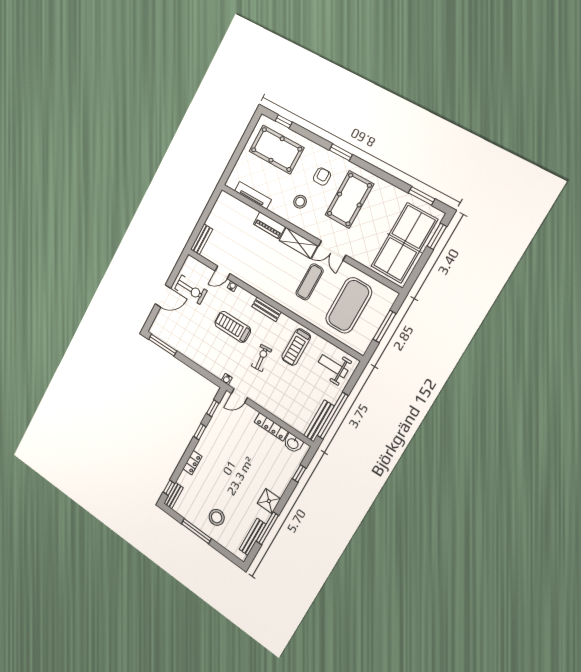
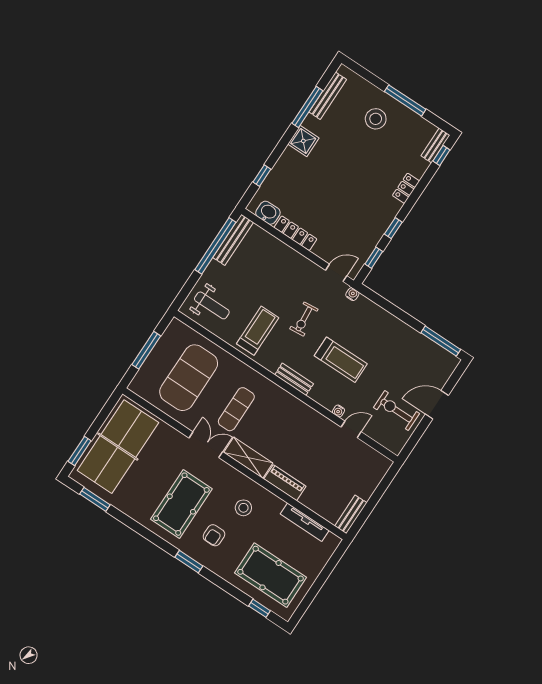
bench: (202, 239) -> (351, 514), moved

